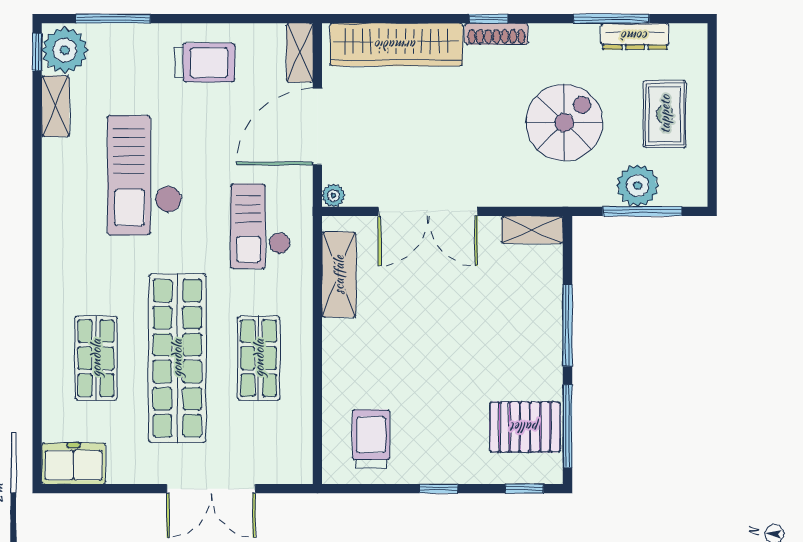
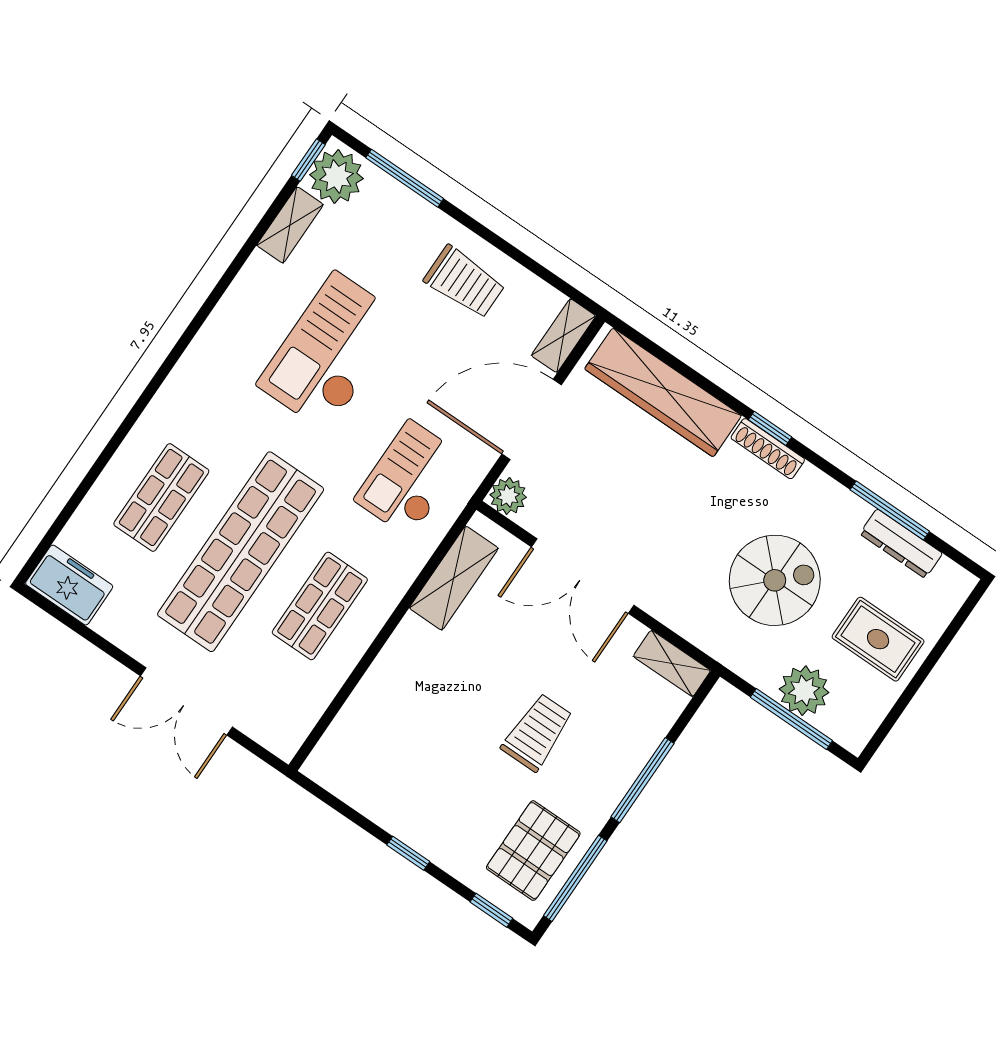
rug: (665, 114) -> (878, 639), turned 90
plant: (333, 195) -> (508, 496), width x1.38, depth x1.38
pallet: (525, 427) -> (533, 851), turned 90
trolley: (371, 439) -> (537, 732), moved

